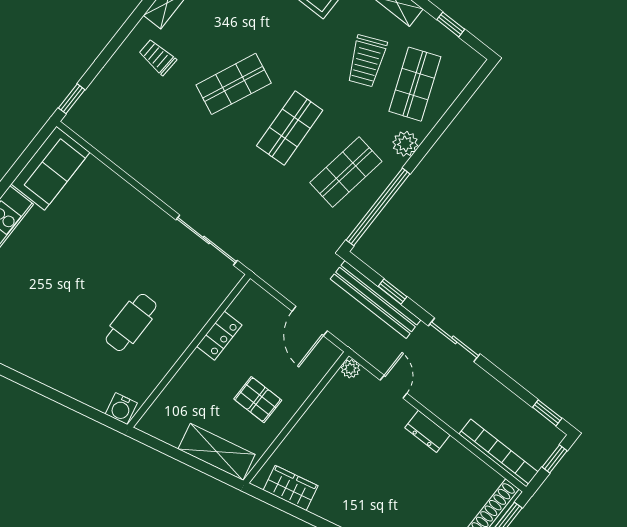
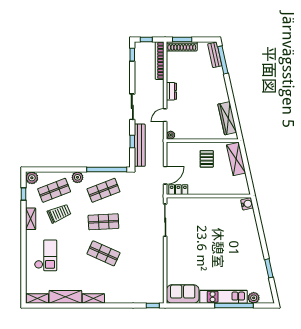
trolley: (157, 57) -> (115, 287), removed
plant: (468, 62) -> (32, 178), added
shop shelf: (346, 172) -> (103, 190), turned -30
door: (310, 321) -> (165, 175), moved
cafe table: (131, 322) -> (214, 224), removed
locker: (219, 336) -> (178, 190), moved
wardrobe: (291, 488) -> (227, 118), width x1.50

